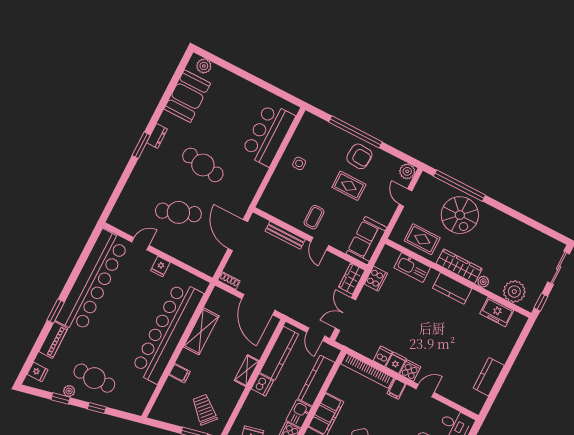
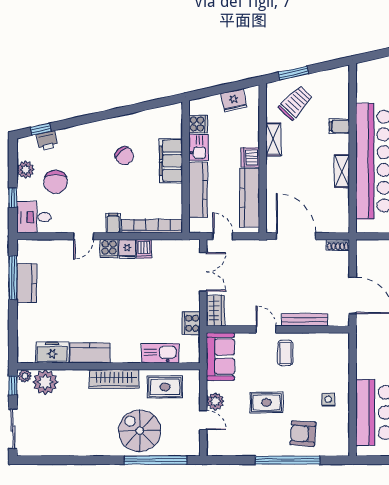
armchair: (359, 156) -> (303, 434), moved
plant: (407, 171) -> (215, 401), moved
plant: (483, 282) -> (25, 376), moved
kitchen counter: (452, 288) -> (90, 353), moved
shelving: (201, 331) -> (342, 171), width x0.67, depth x0.75
shelving: (247, 371) -> (273, 139), moved
window: (497, 387) -> (13, 278), added
trolley: (204, 410) -> (296, 103), turned -89

